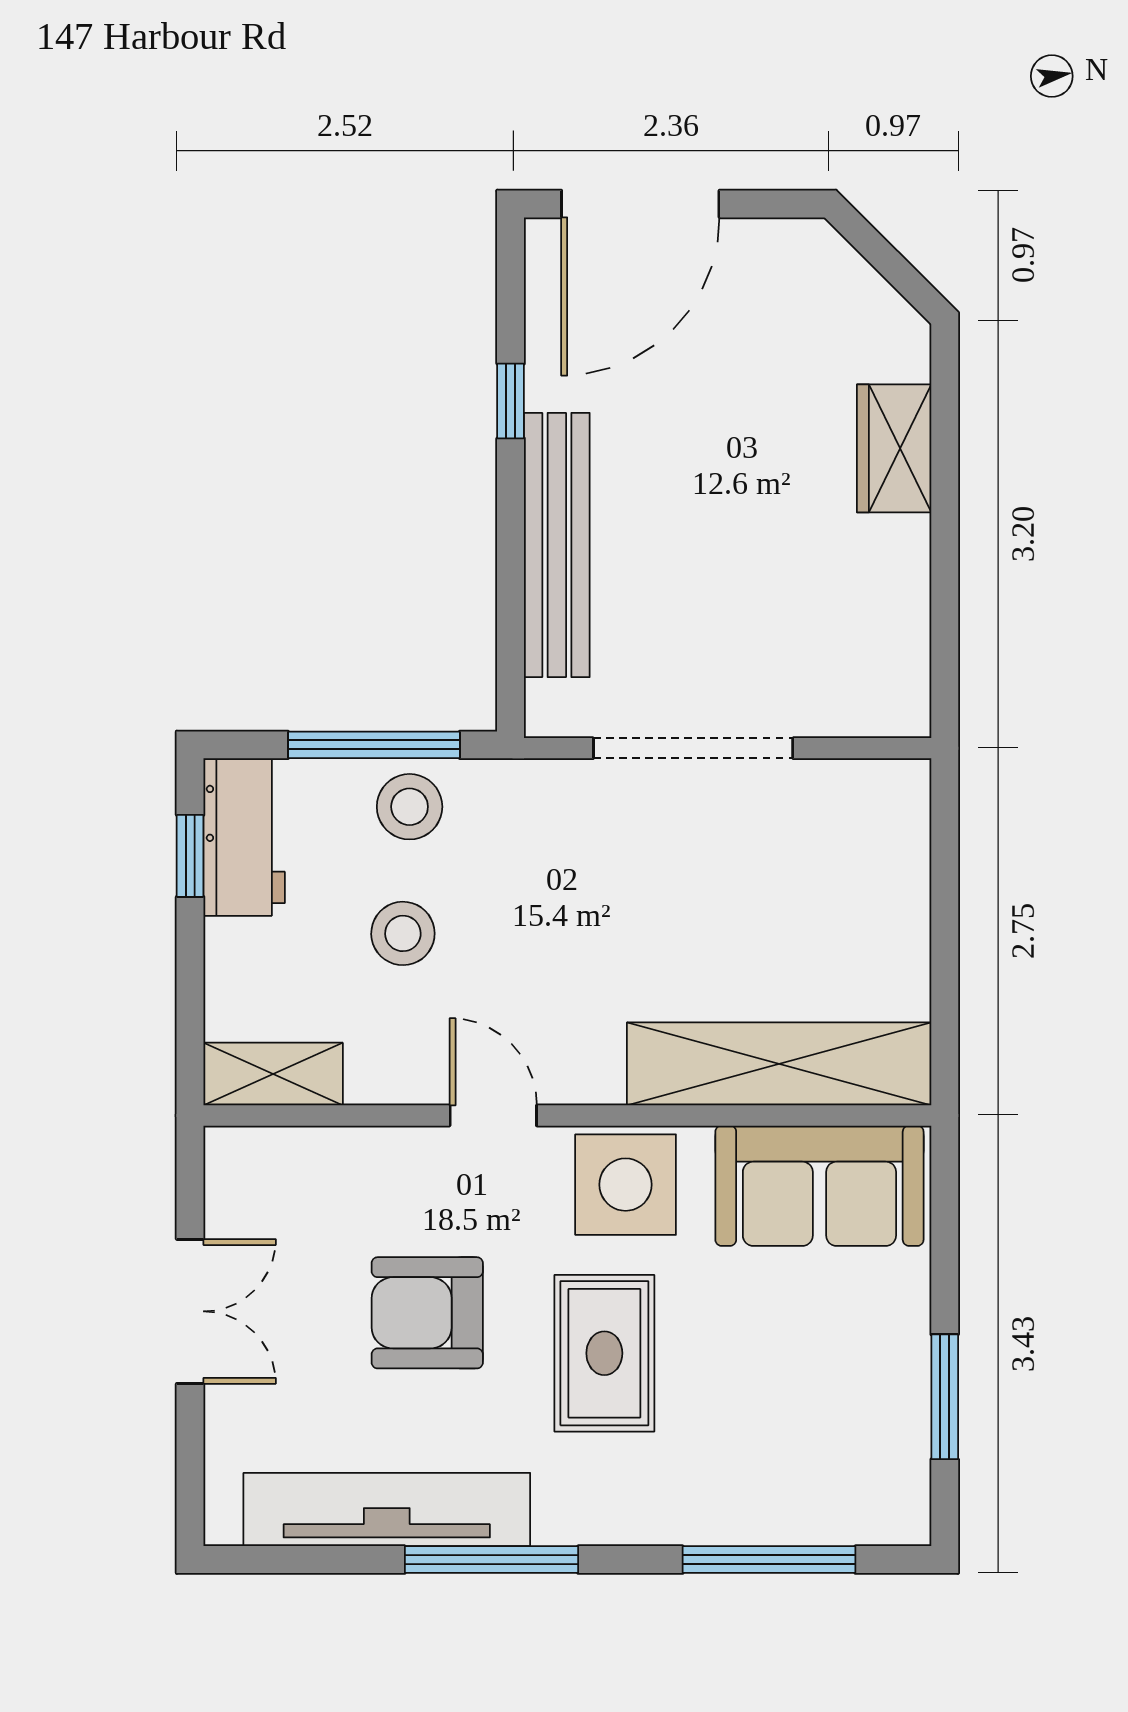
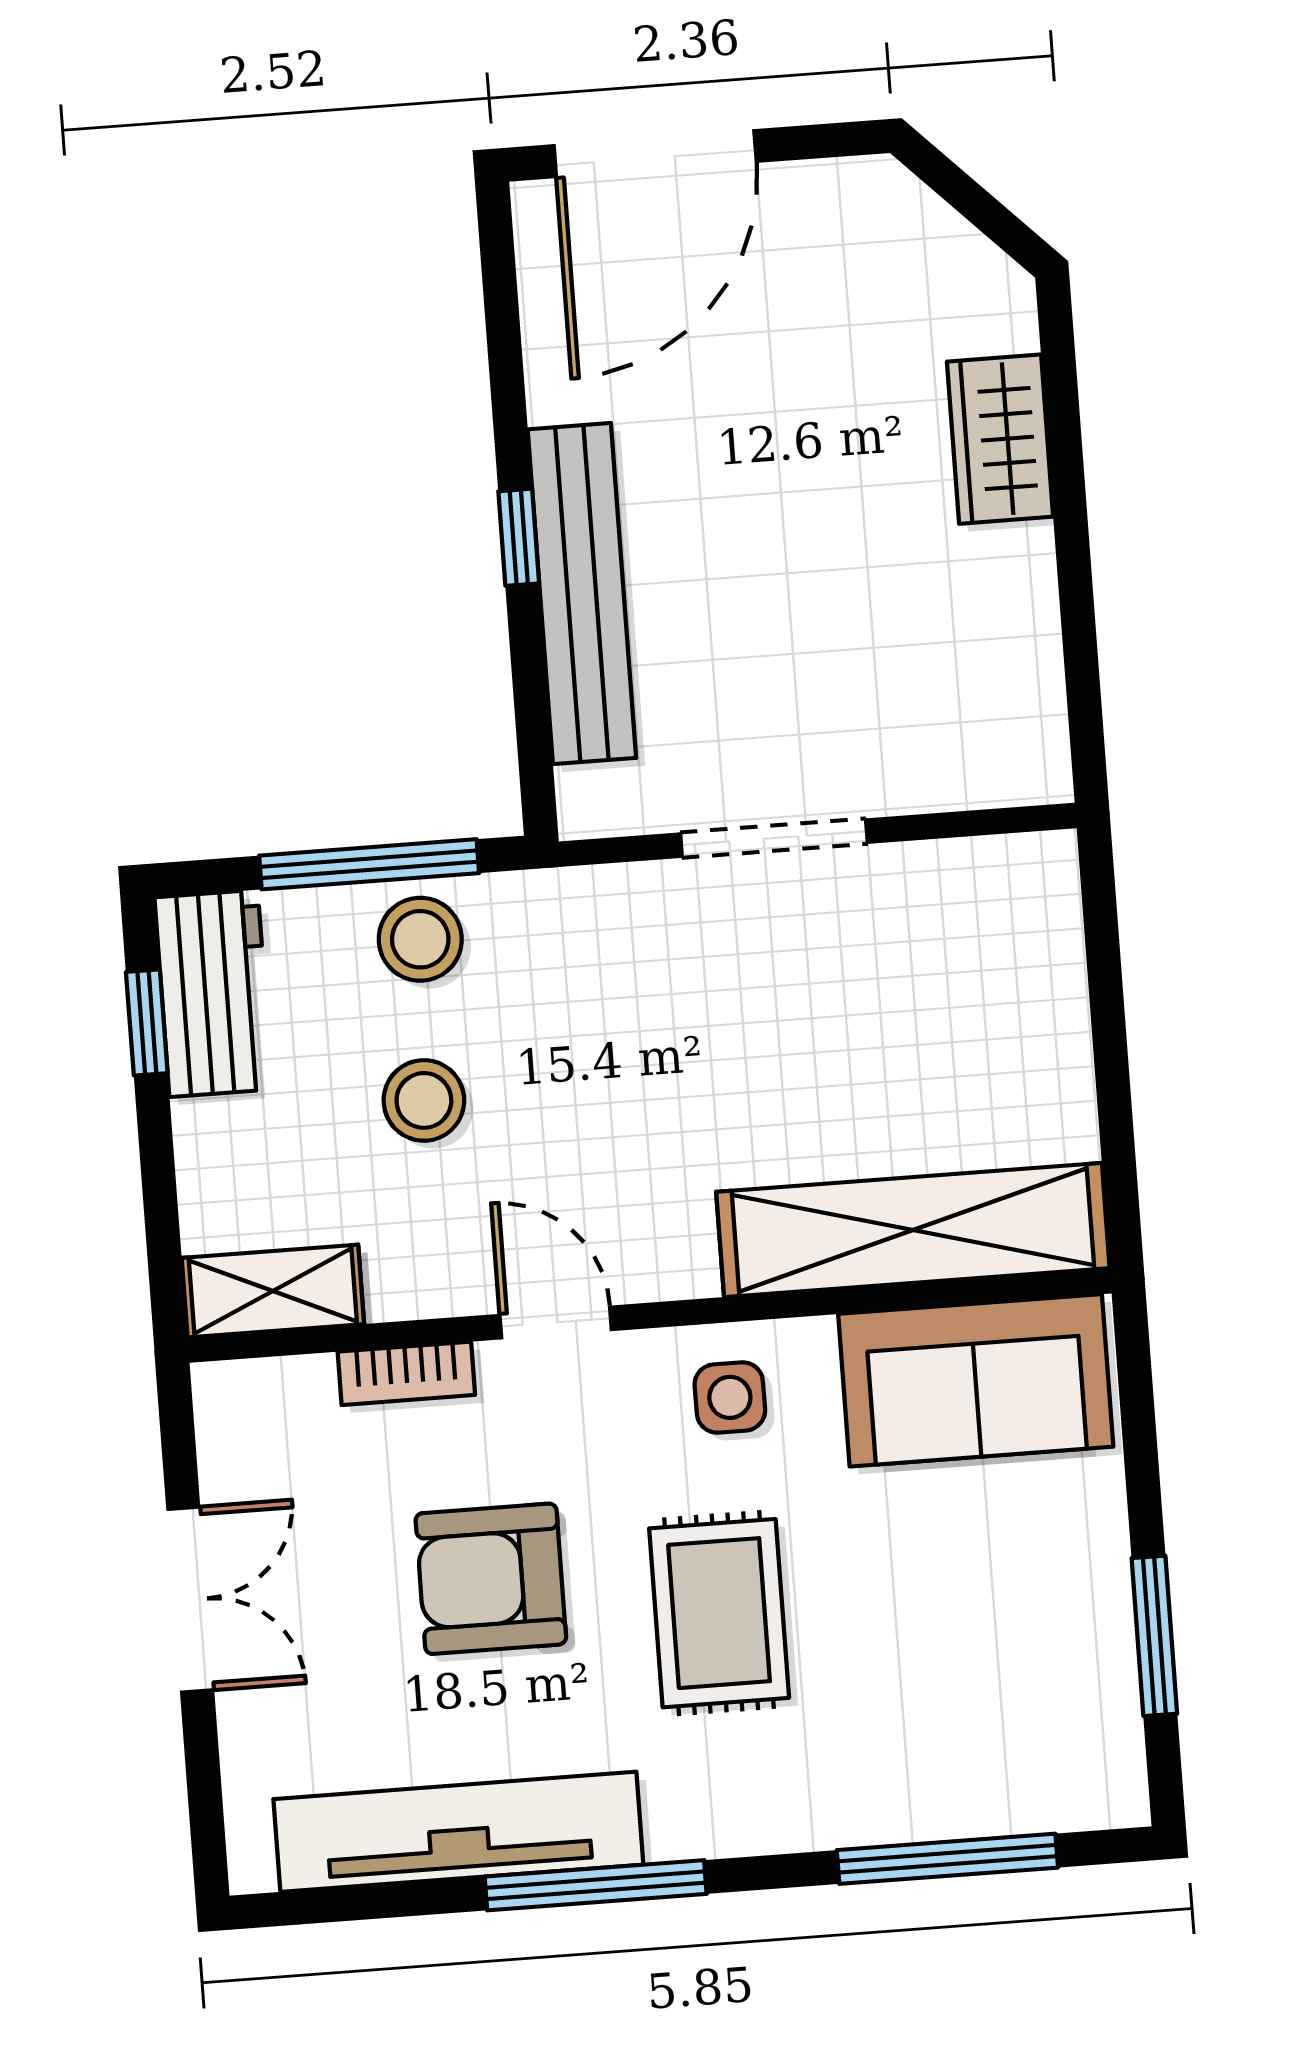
window: (511, 401) -> (519, 537), moved
doorway: (693, 748) -> (774, 838), width x0.73
bookcase: (373, 1147) -> (406, 1373), added
side table: (626, 1185) -> (730, 1397), width x0.54, depth x0.54

